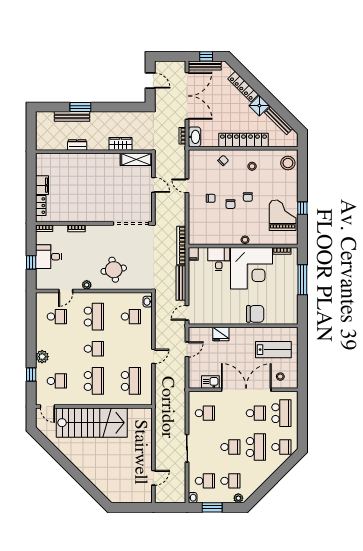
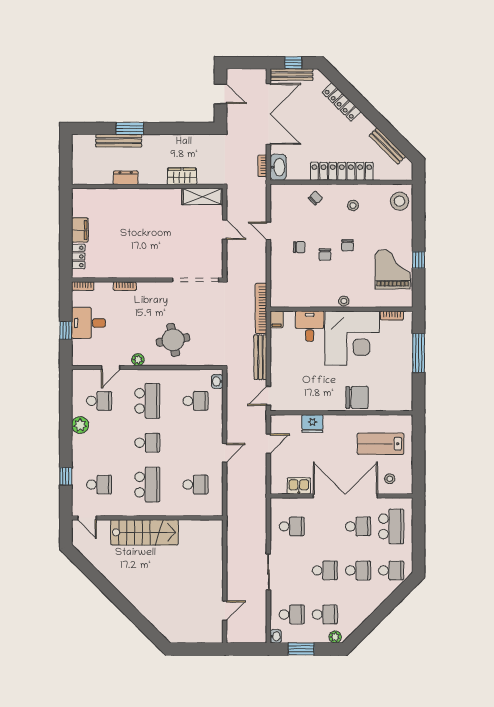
shower: (259, 106) -> (362, 127), removed
lab bench: (273, 350) -> (381, 444), turned 180
plant: (42, 357) -> (80, 425), moved
school desk: (131, 381) -> (195, 485), width x0.54
stairs: (92, 423) -> (144, 532), width x0.73, depth x0.66
school desk: (256, 447) -> (358, 570), width x0.54

